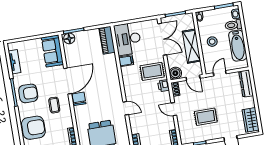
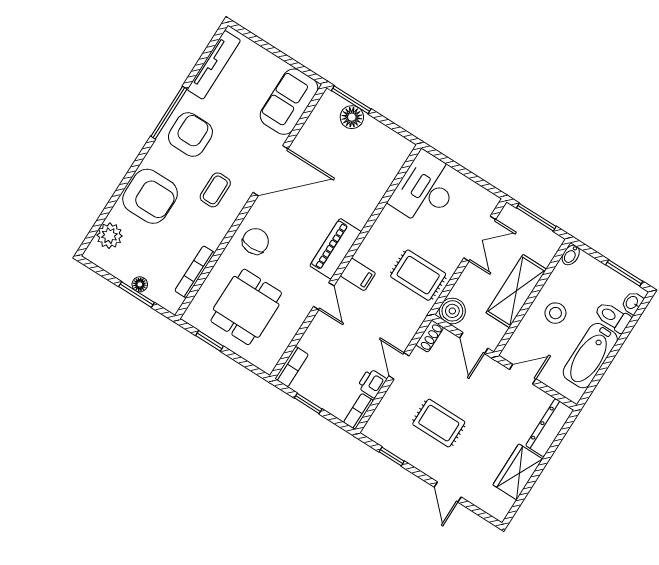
floor lamp: (69, 38) -> (352, 117), moved
double door: (162, 39) -> (480, 239), width x0.73
piano: (107, 40) -> (335, 249), moved
filing cabinet: (126, 61) -> (358, 274), moved
tv unit: (15, 62) -> (214, 65), width x1.41
printer: (164, 86) -> (372, 383), moved
armchair: (28, 93) -> (190, 134), turned -90
chair: (79, 99) -> (256, 241), moved
wardrobe: (251, 120) -> (518, 472), moved

